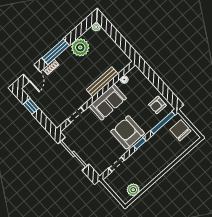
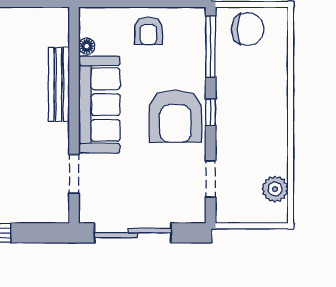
sofa: (108, 102) -> (99, 105), width x1.36
armchair: (157, 105) -> (148, 31), moved
chair: (180, 130) -> (248, 29), turned 180
armchair: (127, 132) -> (175, 116), turned -90

